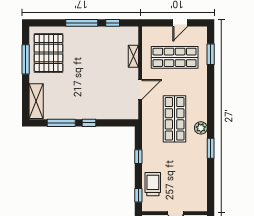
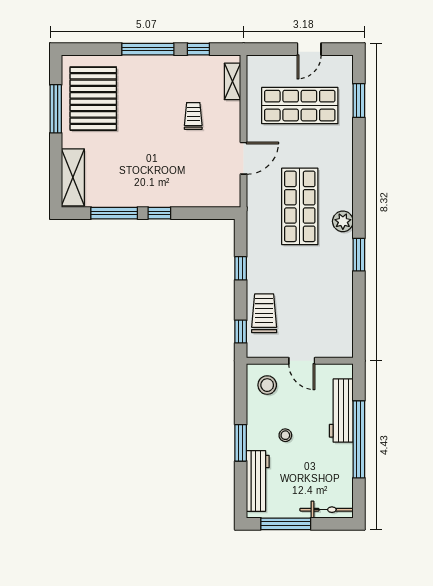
shelving: (133, 56) -> (232, 81), moved
trolley: (110, 64) -> (193, 116), added

